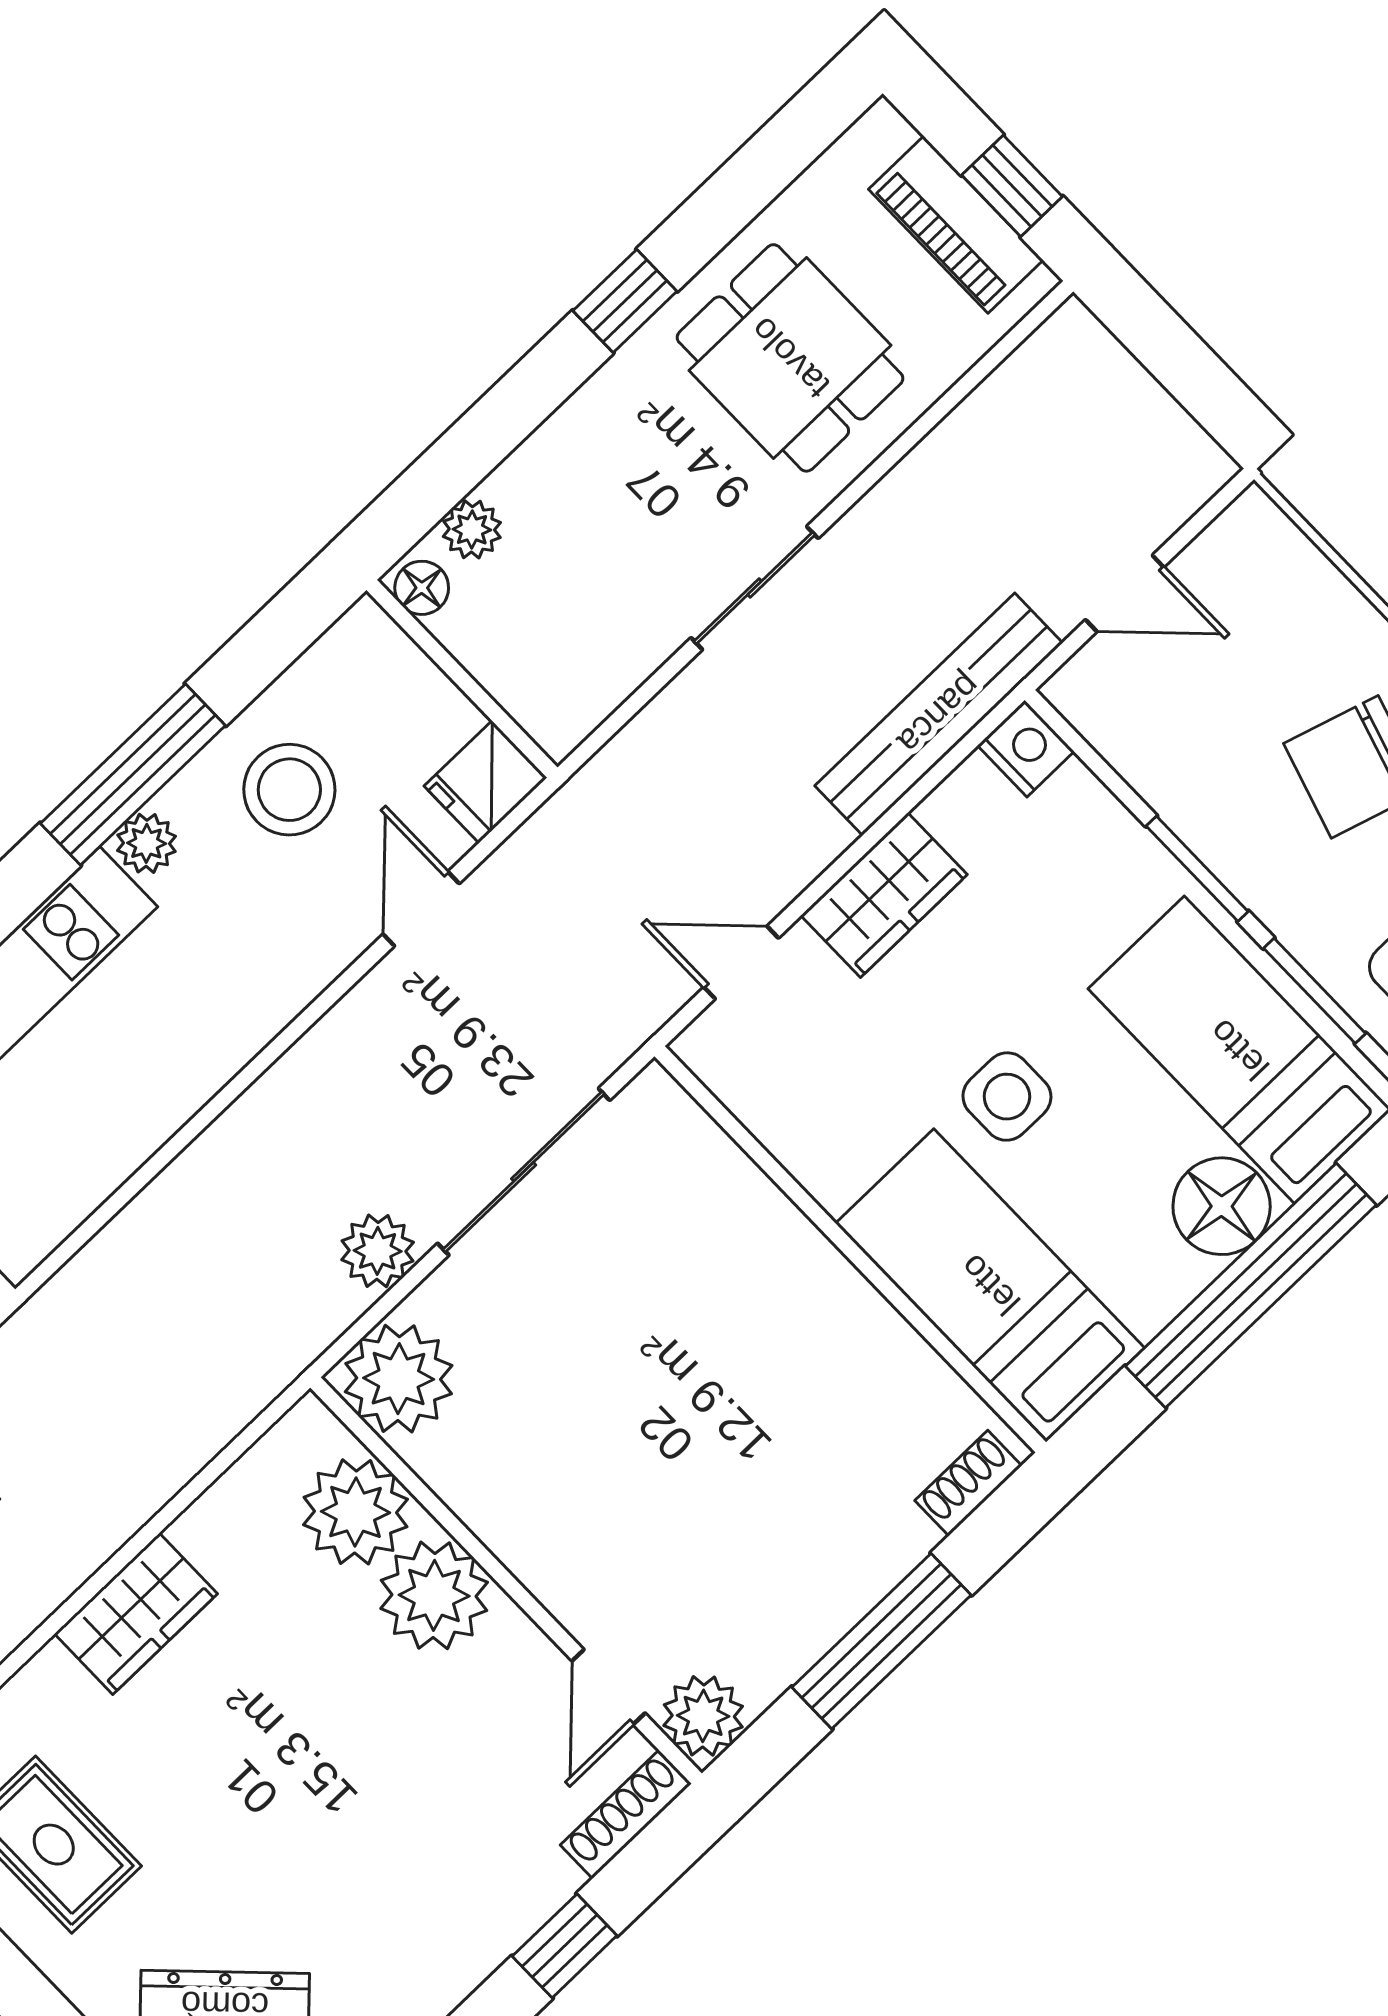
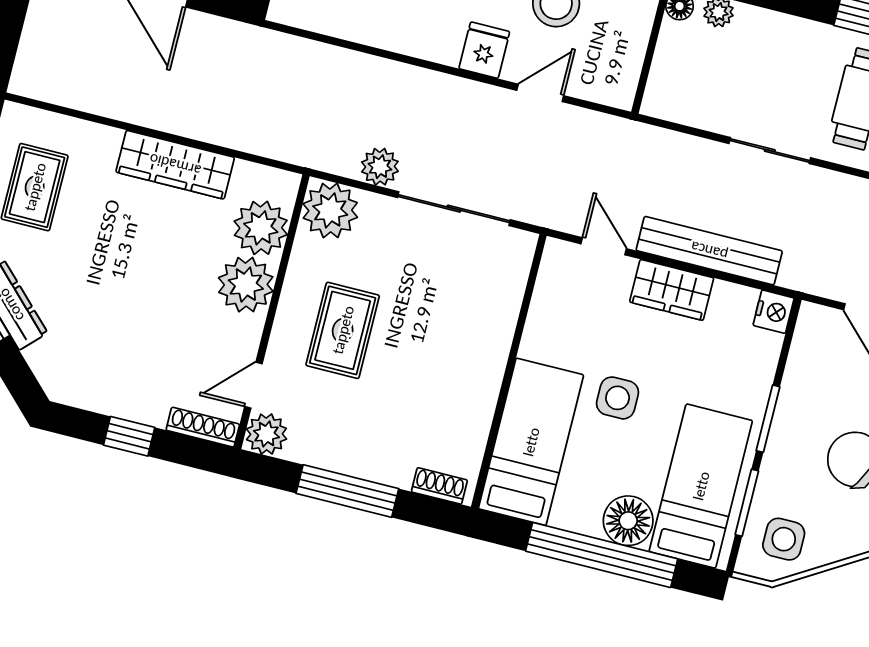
bench: (939, 714) -> (709, 251), moved
fridge: (486, 782) -> (484, 50), moved, turned 90
rug: (610, 1482) -> (343, 330), added
wardrobe: (136, 1614) -> (175, 165), width x1.50

